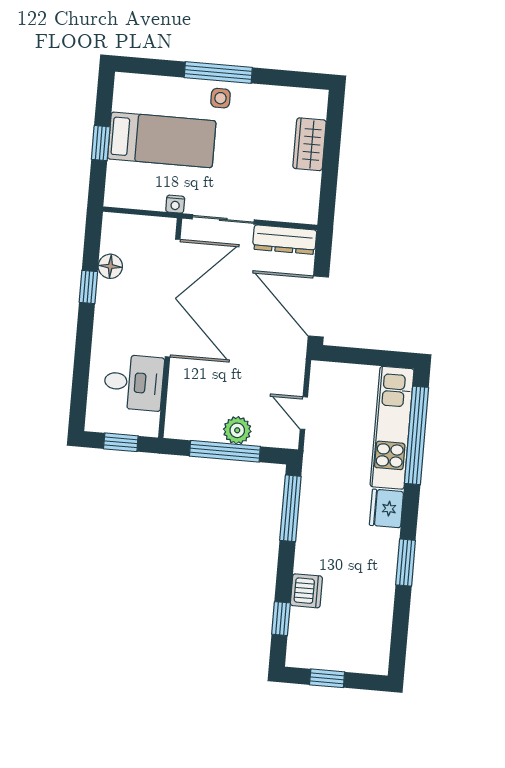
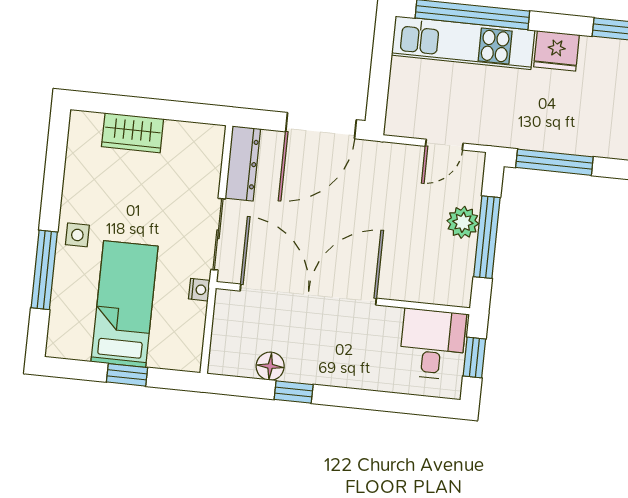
window: (218, 73) -> (44, 270), moved
desk: (134, 382) -> (432, 344), moved

